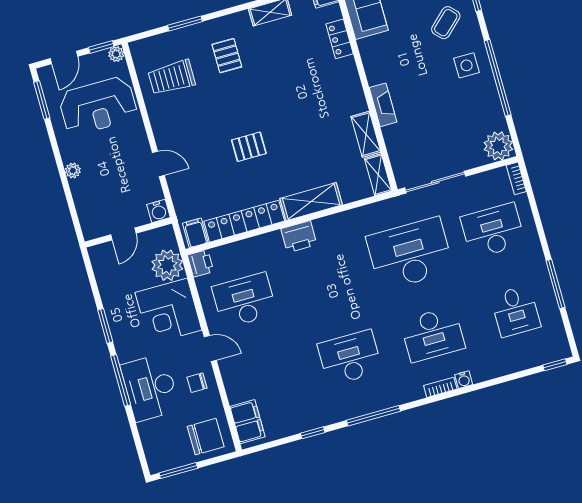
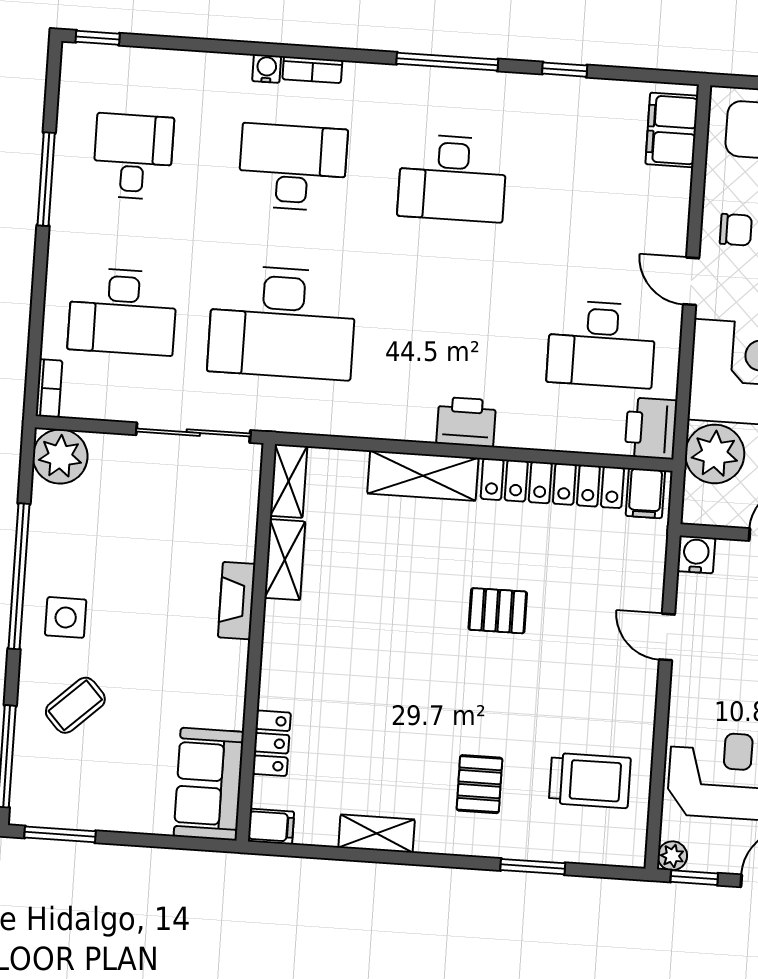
printer: (201, 263) -> (651, 428), width x1.36, depth x1.24

